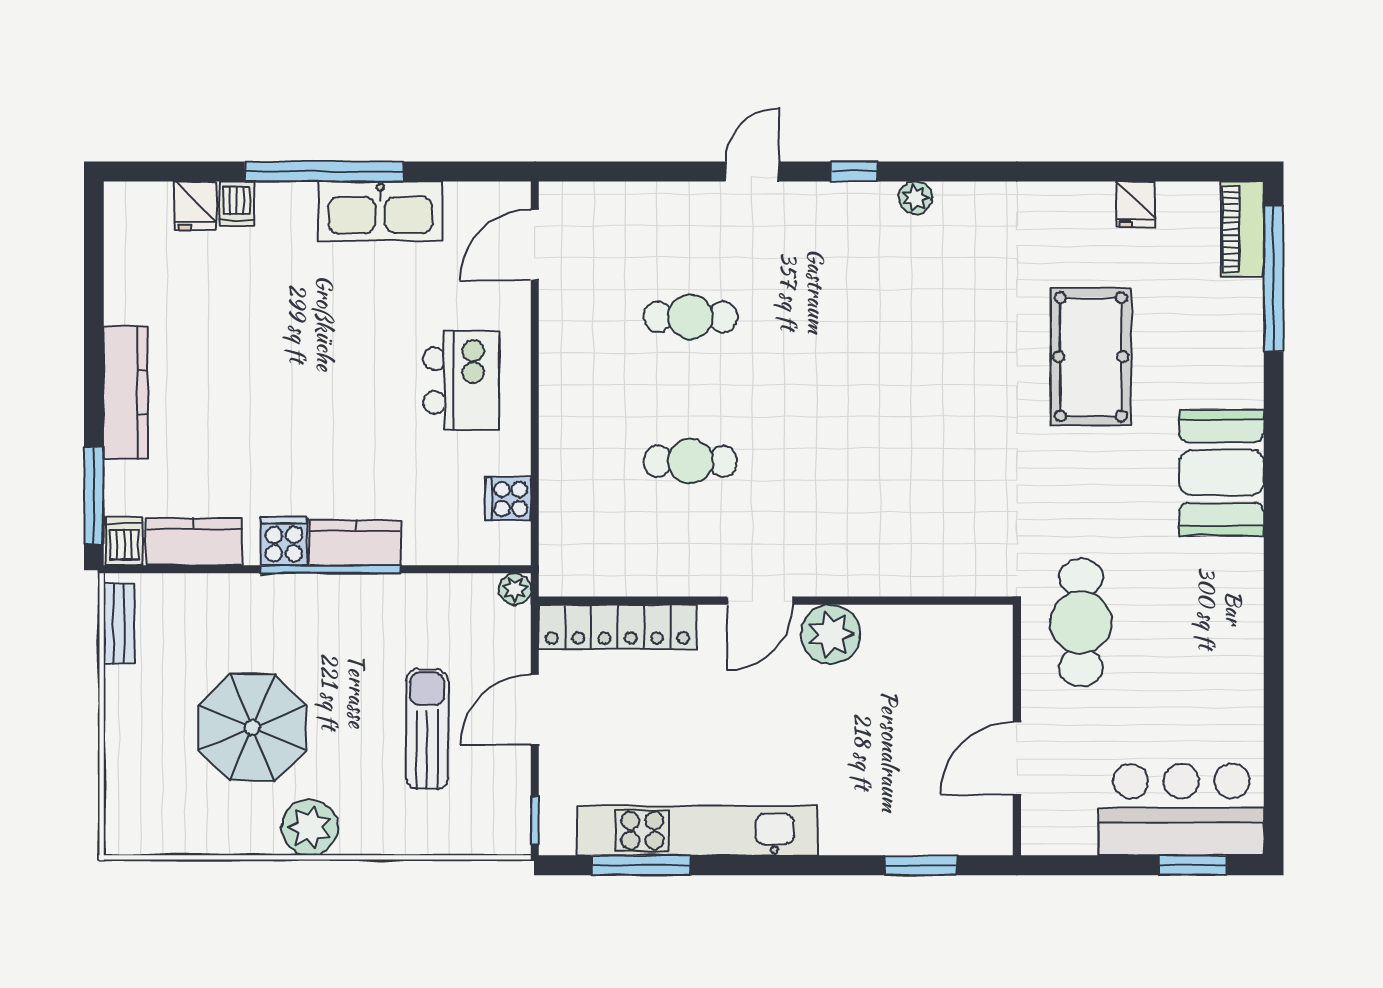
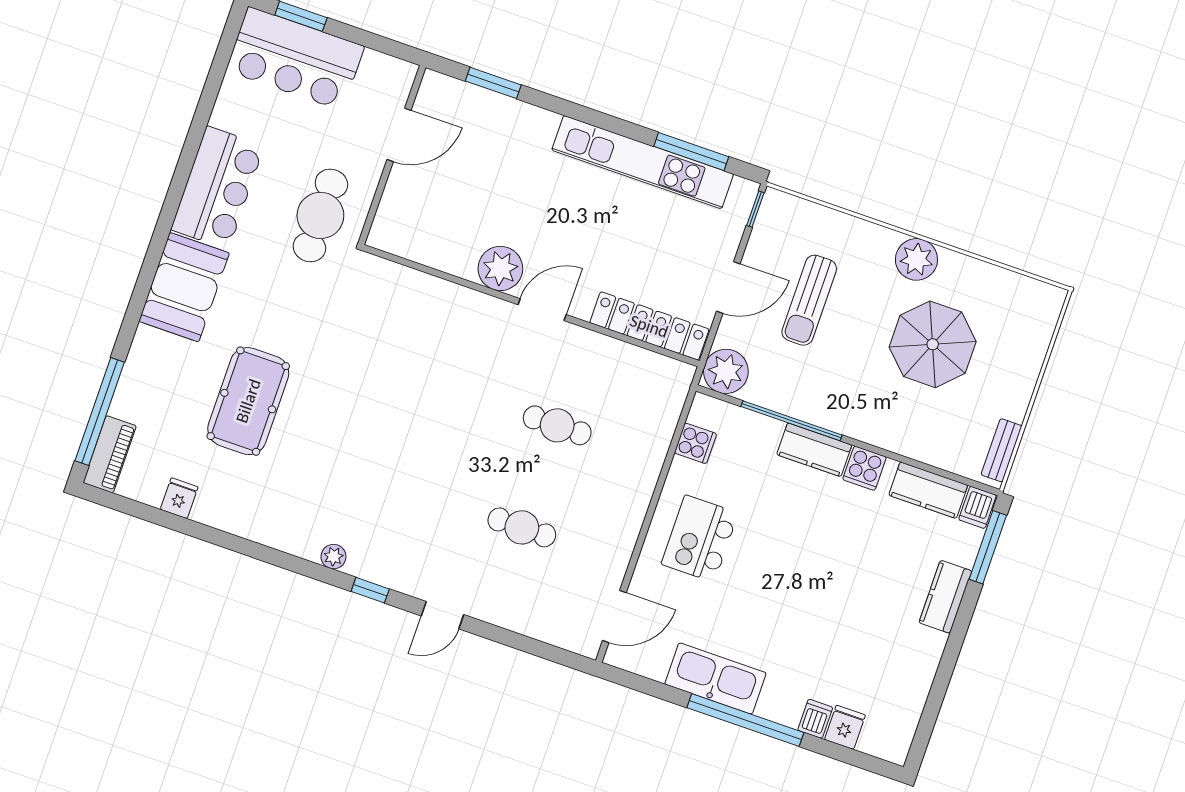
kitchen counter: (126, 392) -> (945, 597), width x0.67
window: (330, 569) -> (791, 421), moved
plant: (515, 589) -> (726, 371), width x1.88, depth x1.88
bar counter: (1223, 613) -> (218, 188), added

